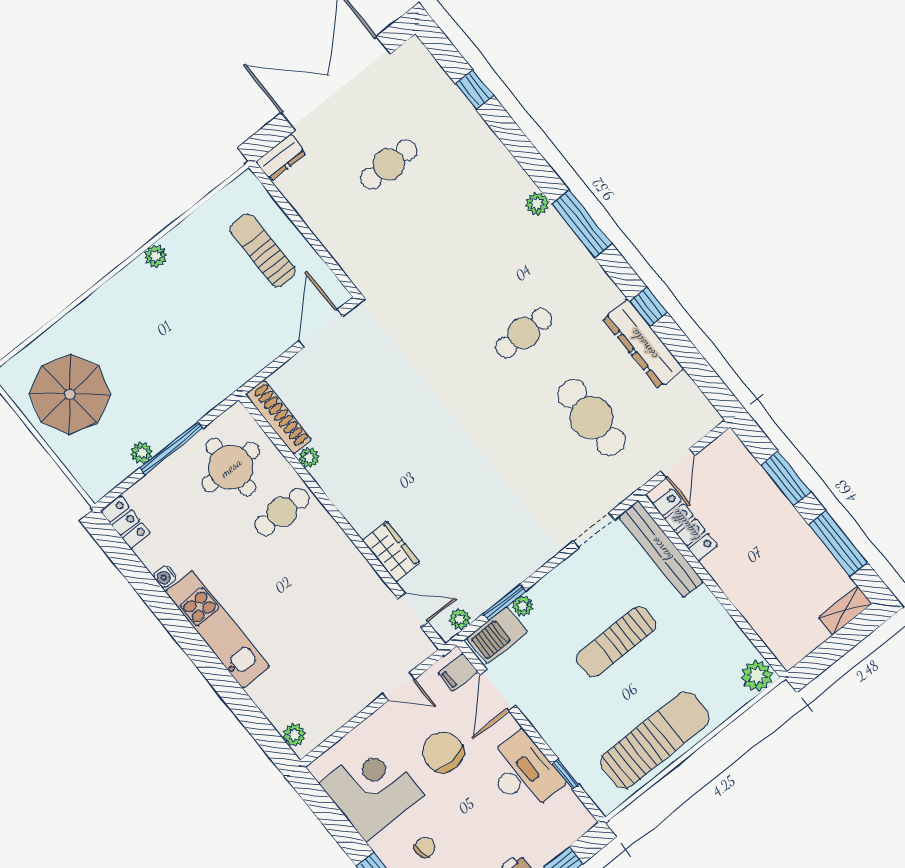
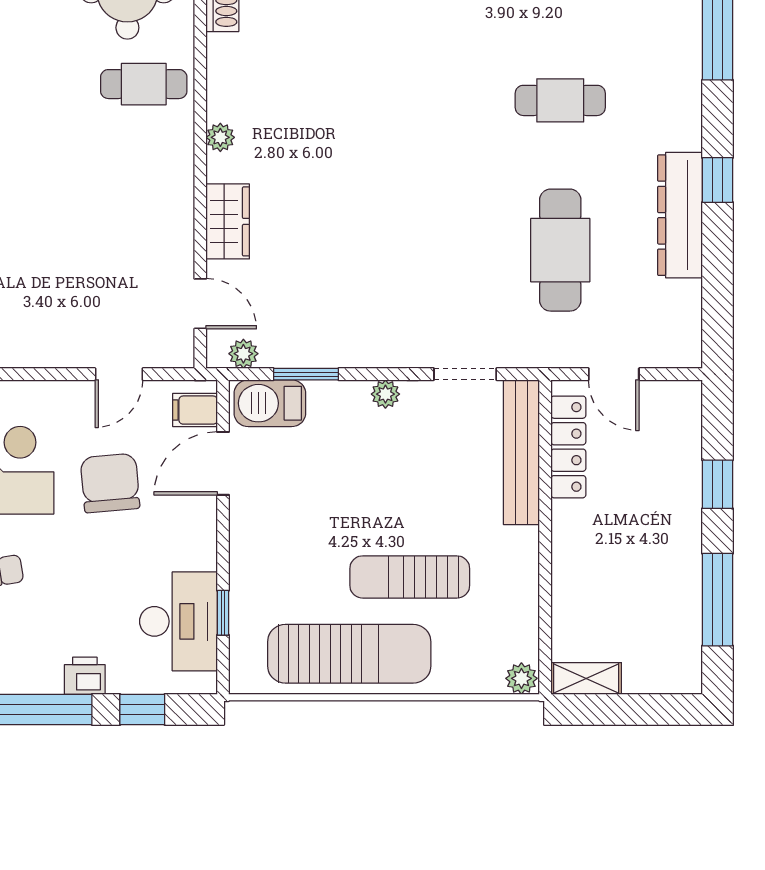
plant: (309, 458) -> (220, 137), moved
door: (678, 463) -> (614, 374), hinge flipped
window: (786, 478) -> (718, 484), width x0.67
plant: (523, 606) -> (385, 394), moved
shelving: (845, 611) -> (586, 678), moved
sun lounger: (616, 642) -> (410, 577), moved
plant: (757, 676) -> (521, 678), width x0.73, depth x0.73
door: (399, 687) -> (119, 374), hinge flipped
desk: (523, 773) -> (178, 621), moved

